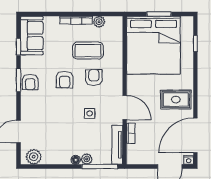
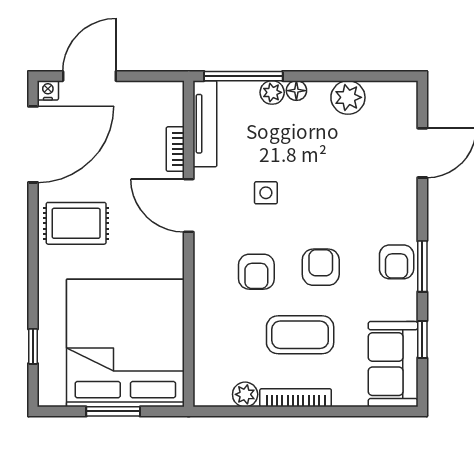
coffee table: (88, 51) -> (300, 335), moved
armchair: (30, 82) -> (397, 262), turned 180
plant: (34, 157) -> (348, 97), moved

